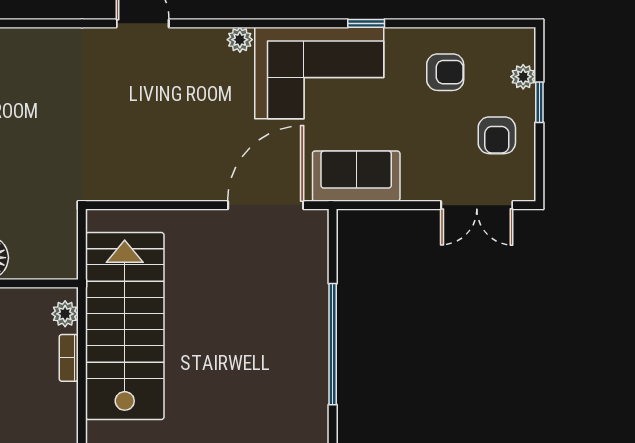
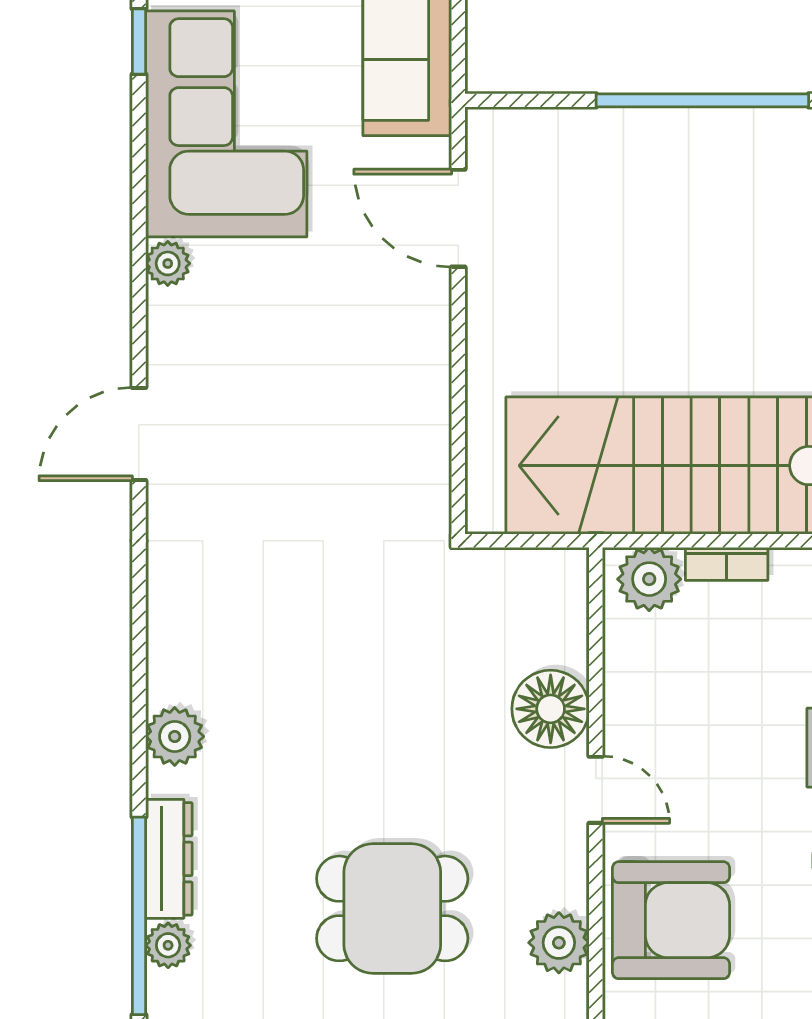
door: (266, 205) -> (458, 218), width x0.73
plant: (65, 314) -> (649, 579), width x1.38, depth x1.38

